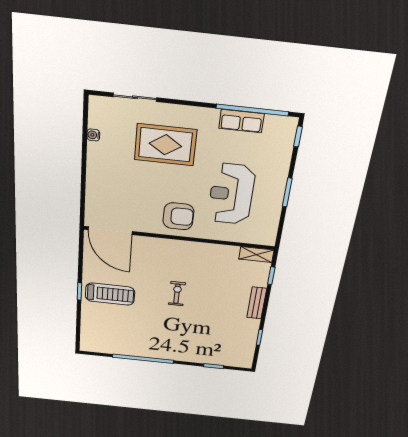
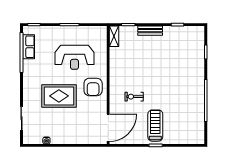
row of seats: (241, 121) -> (29, 47), moved
rug: (165, 145) -> (59, 96), moved, turned 90
armchair: (178, 216) -> (93, 87), turned 180
exercise bike: (177, 294) -> (134, 97), moved

